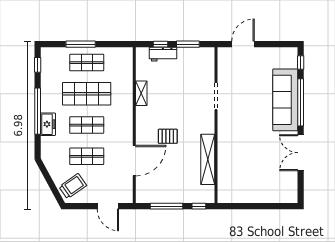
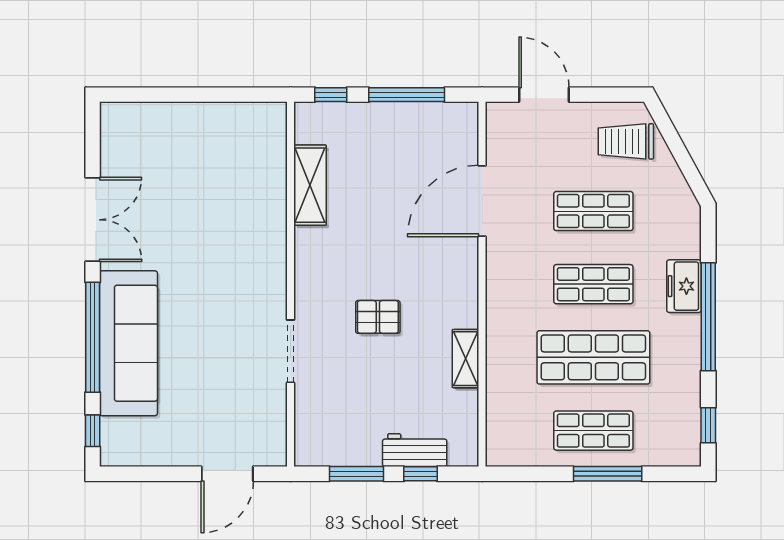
pallet: (168, 136) -> (378, 317), moved
shelving: (208, 159) -> (310, 185), width x0.68
trolley: (73, 186) -> (626, 141), turned 35

